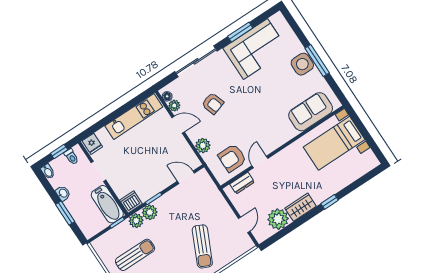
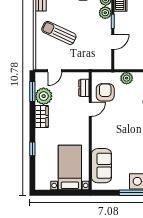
door: (260, 162) -> (90, 109), hinge flipped
door: (186, 177) -> (113, 42), moved
window: (330, 202) -> (32, 149), moved
door: (244, 225) -> (55, 71), hinge flipped
window: (281, 234) -> (32, 92), added

